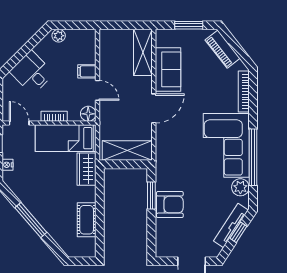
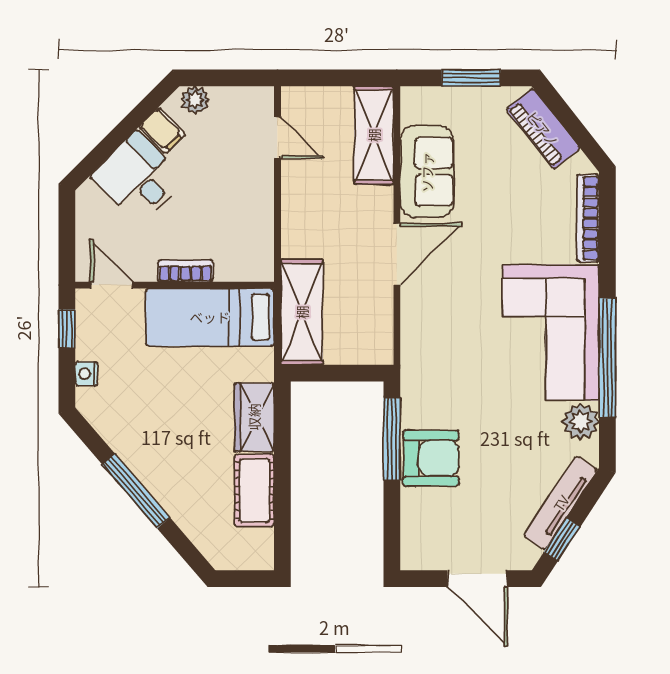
filing cabinet: (87, 71) -> (162, 131), moved, turned -135
door: (97, 90) -> (277, 138), moved
floor lamp: (88, 114) -> (258, 266), removed
shelving: (127, 151) -> (302, 312), moved, turned 90
wardrobe: (87, 169) -> (254, 417), moved
window: (151, 196) -> (392, 439), width x1.44
window: (238, 232) -> (562, 540), moved

